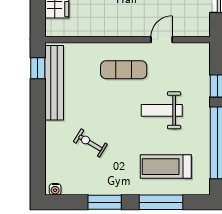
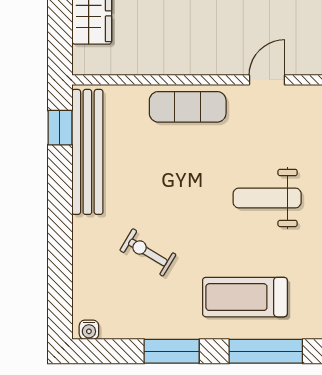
exercise mat: (124, 70) -> (188, 107), moved
treadmill: (166, 167) -> (245, 297), moved

